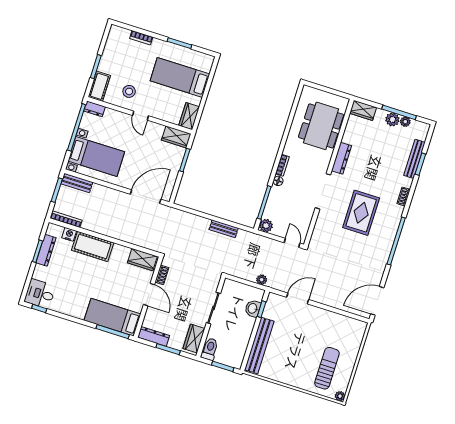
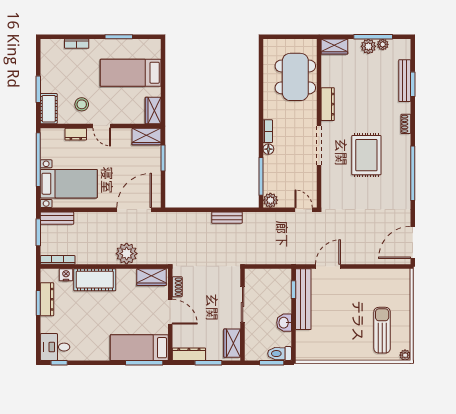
dresser: (95, 109) -> (76, 134), moved
plant: (262, 280) -> (127, 254), moved, width x1.87, depth x1.87
washbasin: (253, 308) -> (284, 323), moved
bench: (259, 345) -> (303, 299), moved
toilet: (210, 349) -> (280, 354), moved, turned -90

